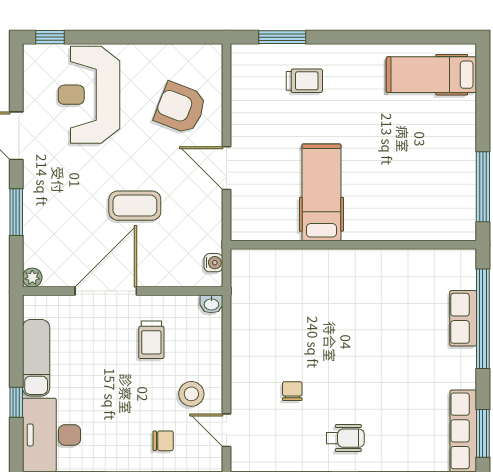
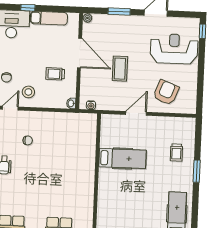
window: (282, 37) -> (197, 171), moved

